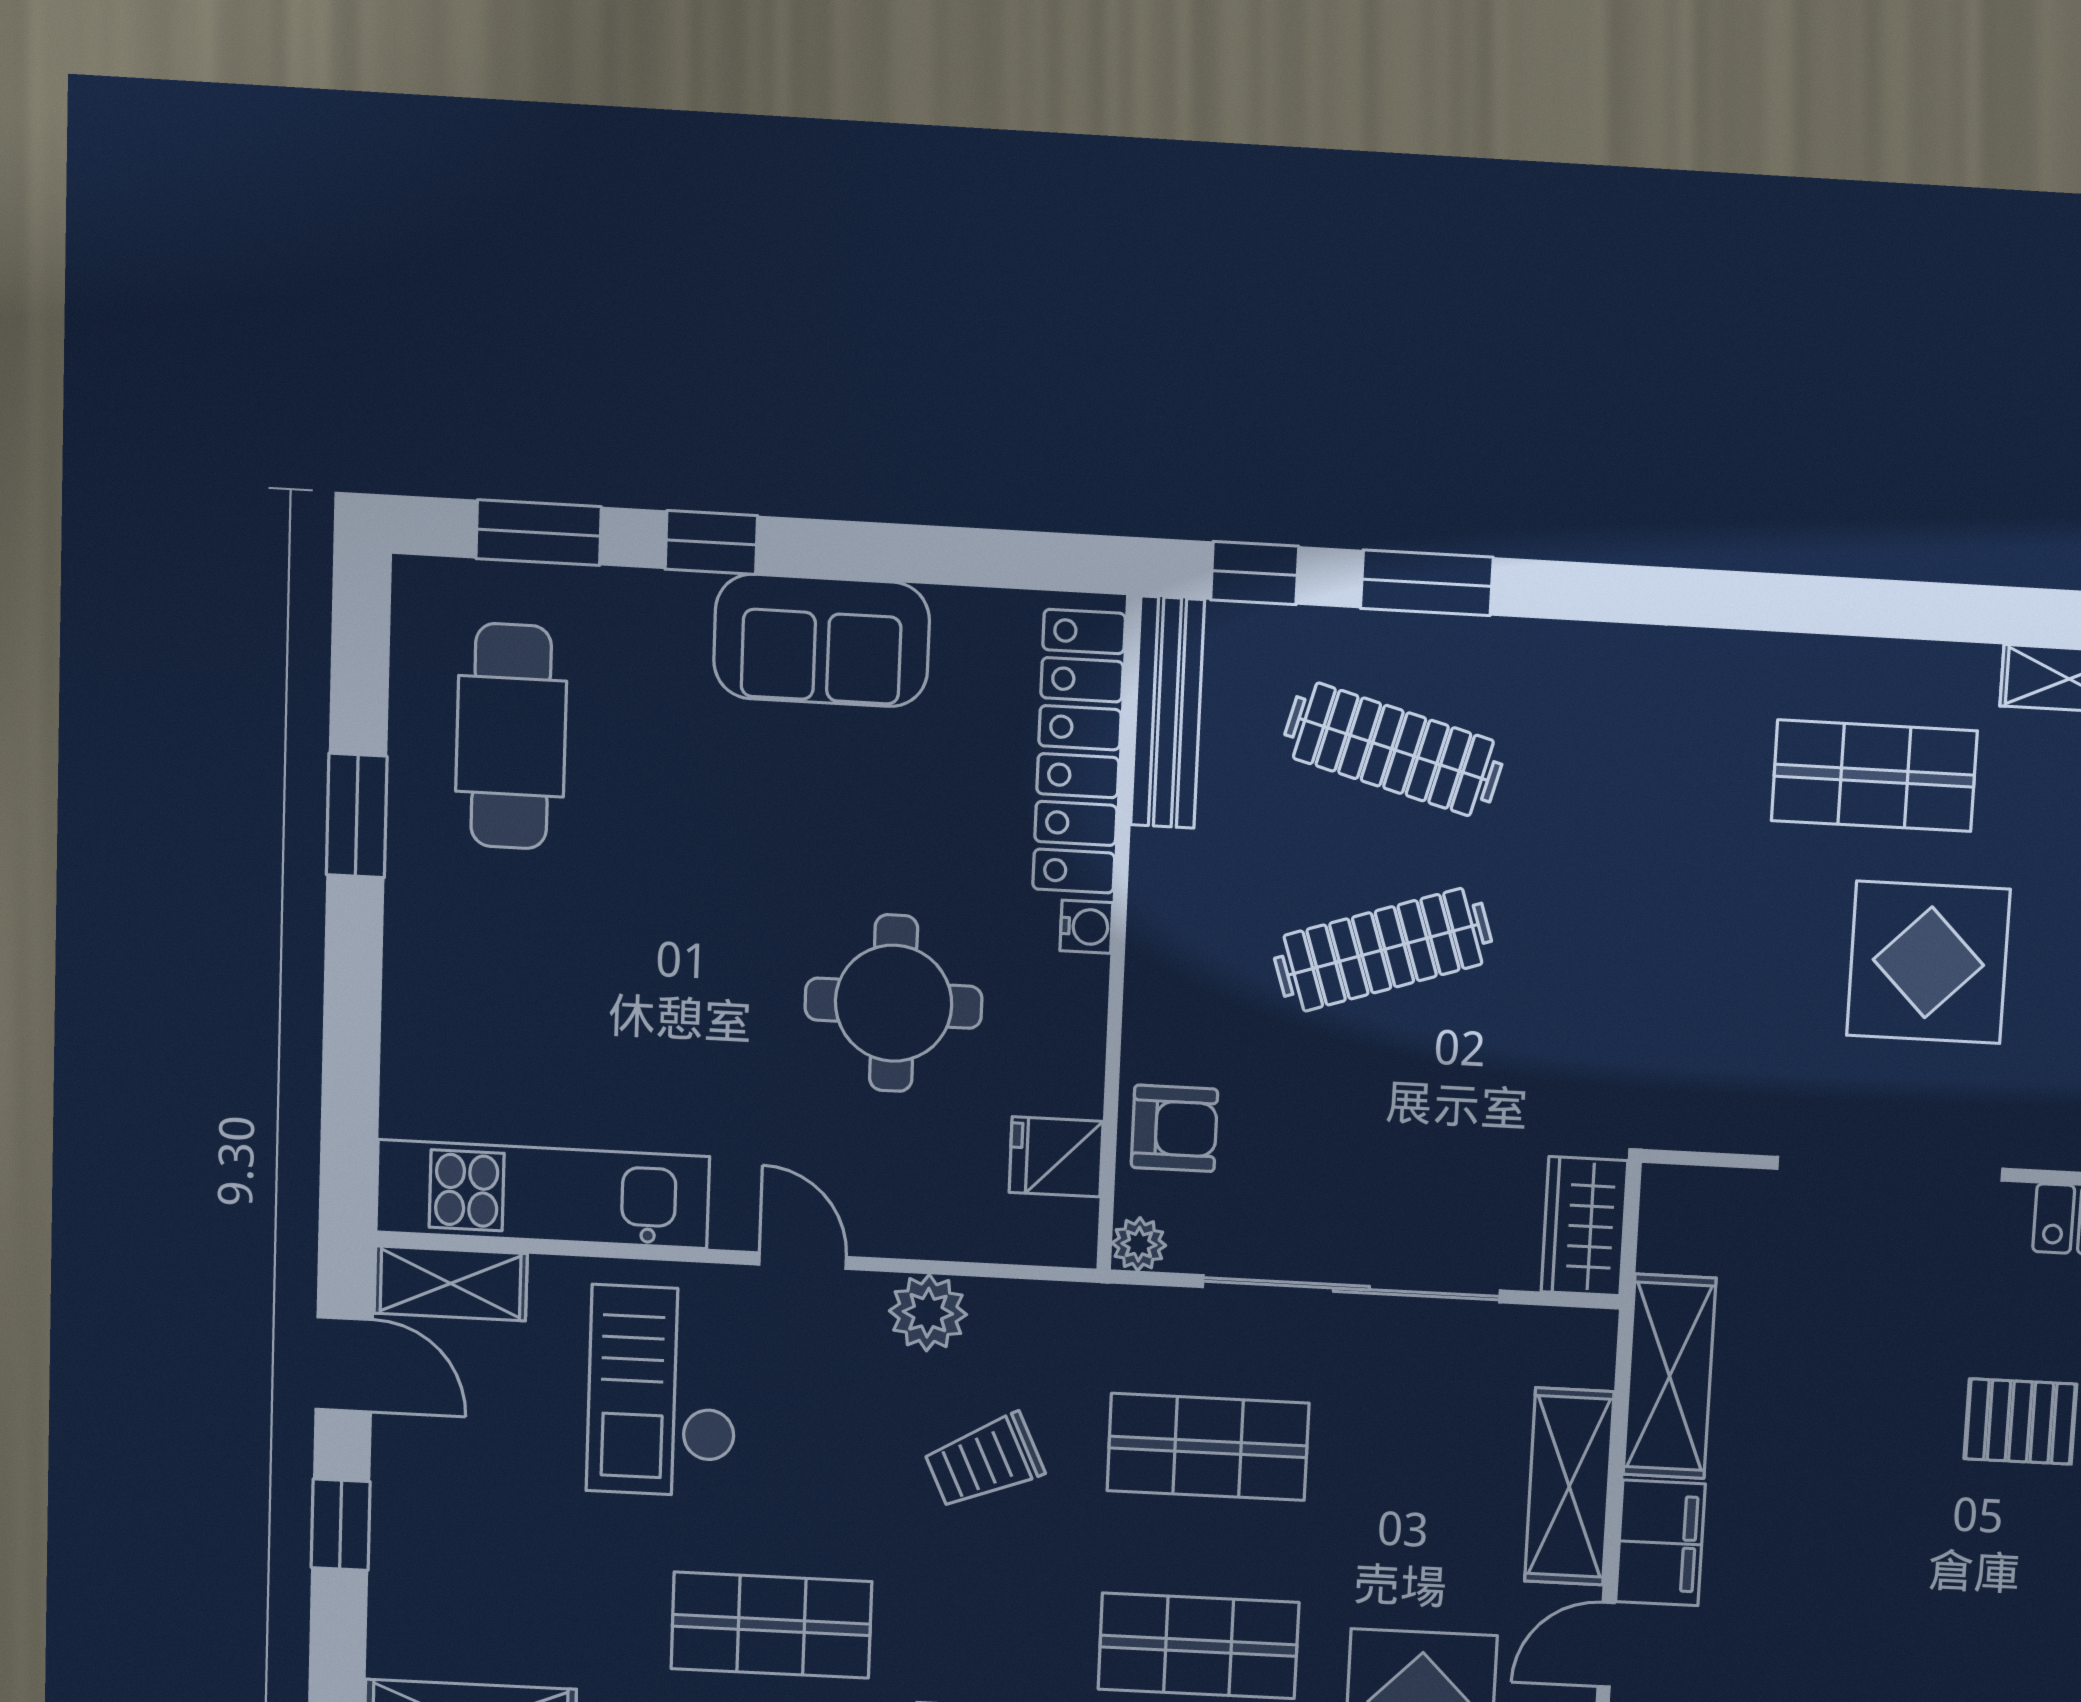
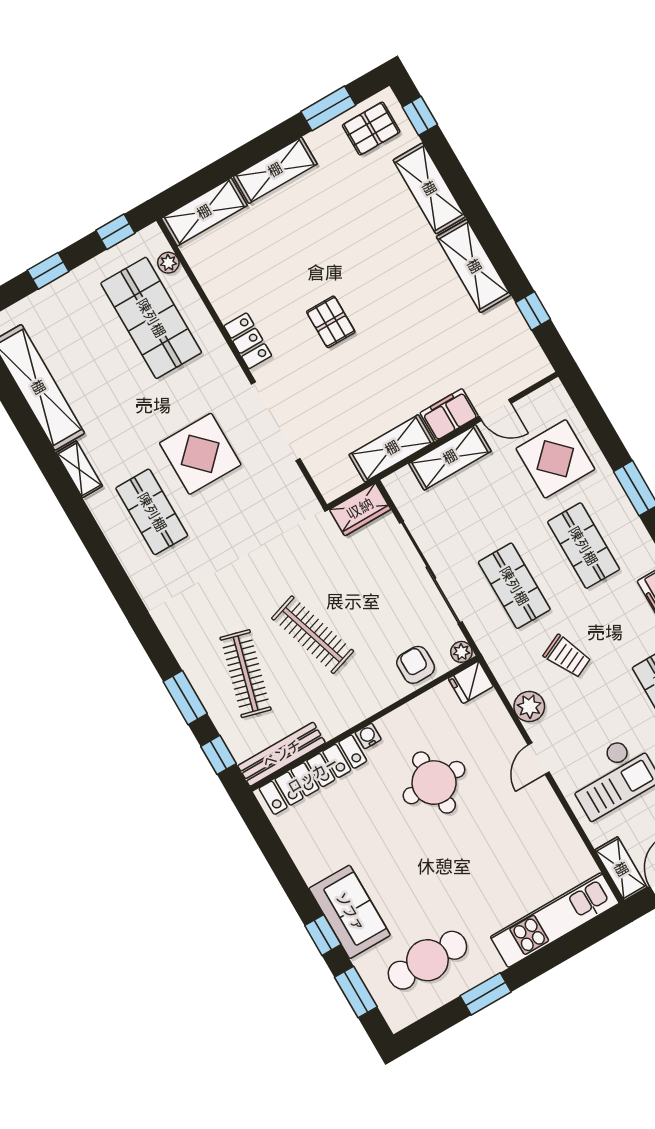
sofa: (822, 640) -> (350, 912), moved
fridge: (1056, 1157) -> (471, 682), moved, turned 90
kitchen unit: (543, 1194) -> (555, 920), moved, turned 90

